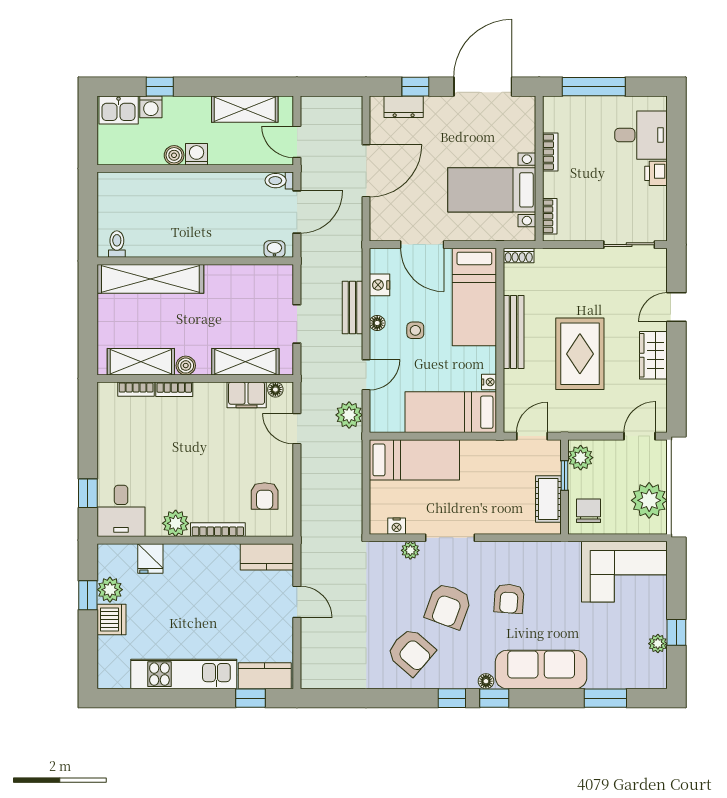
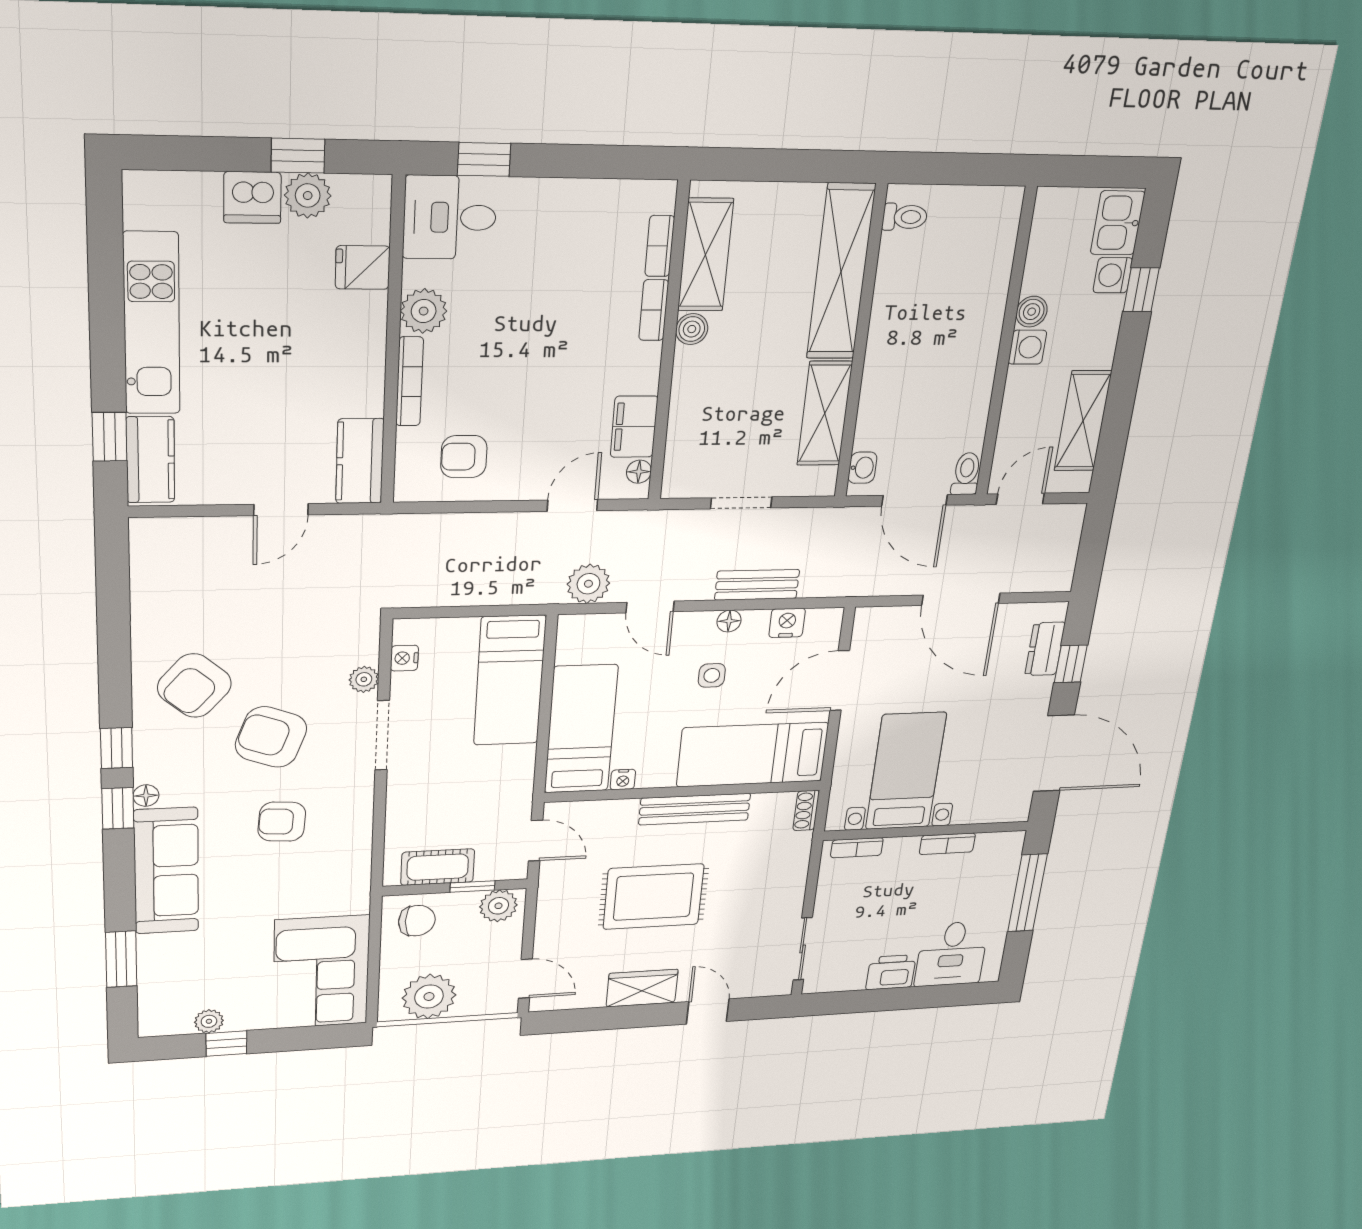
printer: (656, 173) -> (891, 972), width x1.36, depth x1.24
shelving: (245, 362) -> (825, 414), moved

